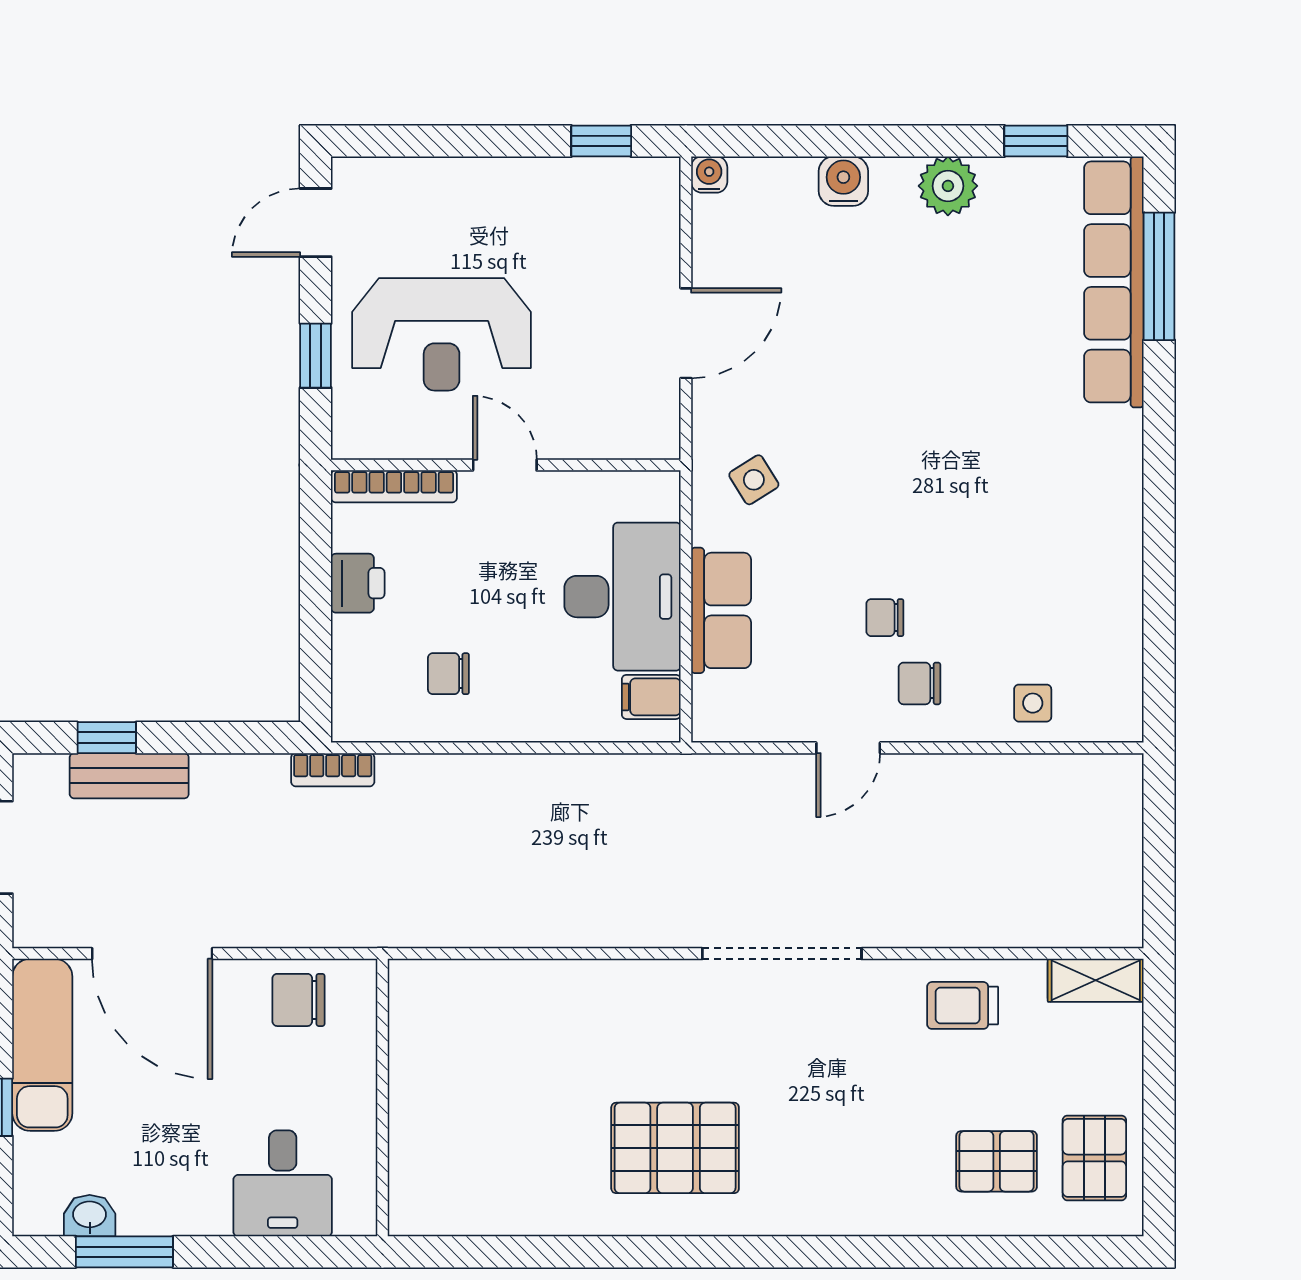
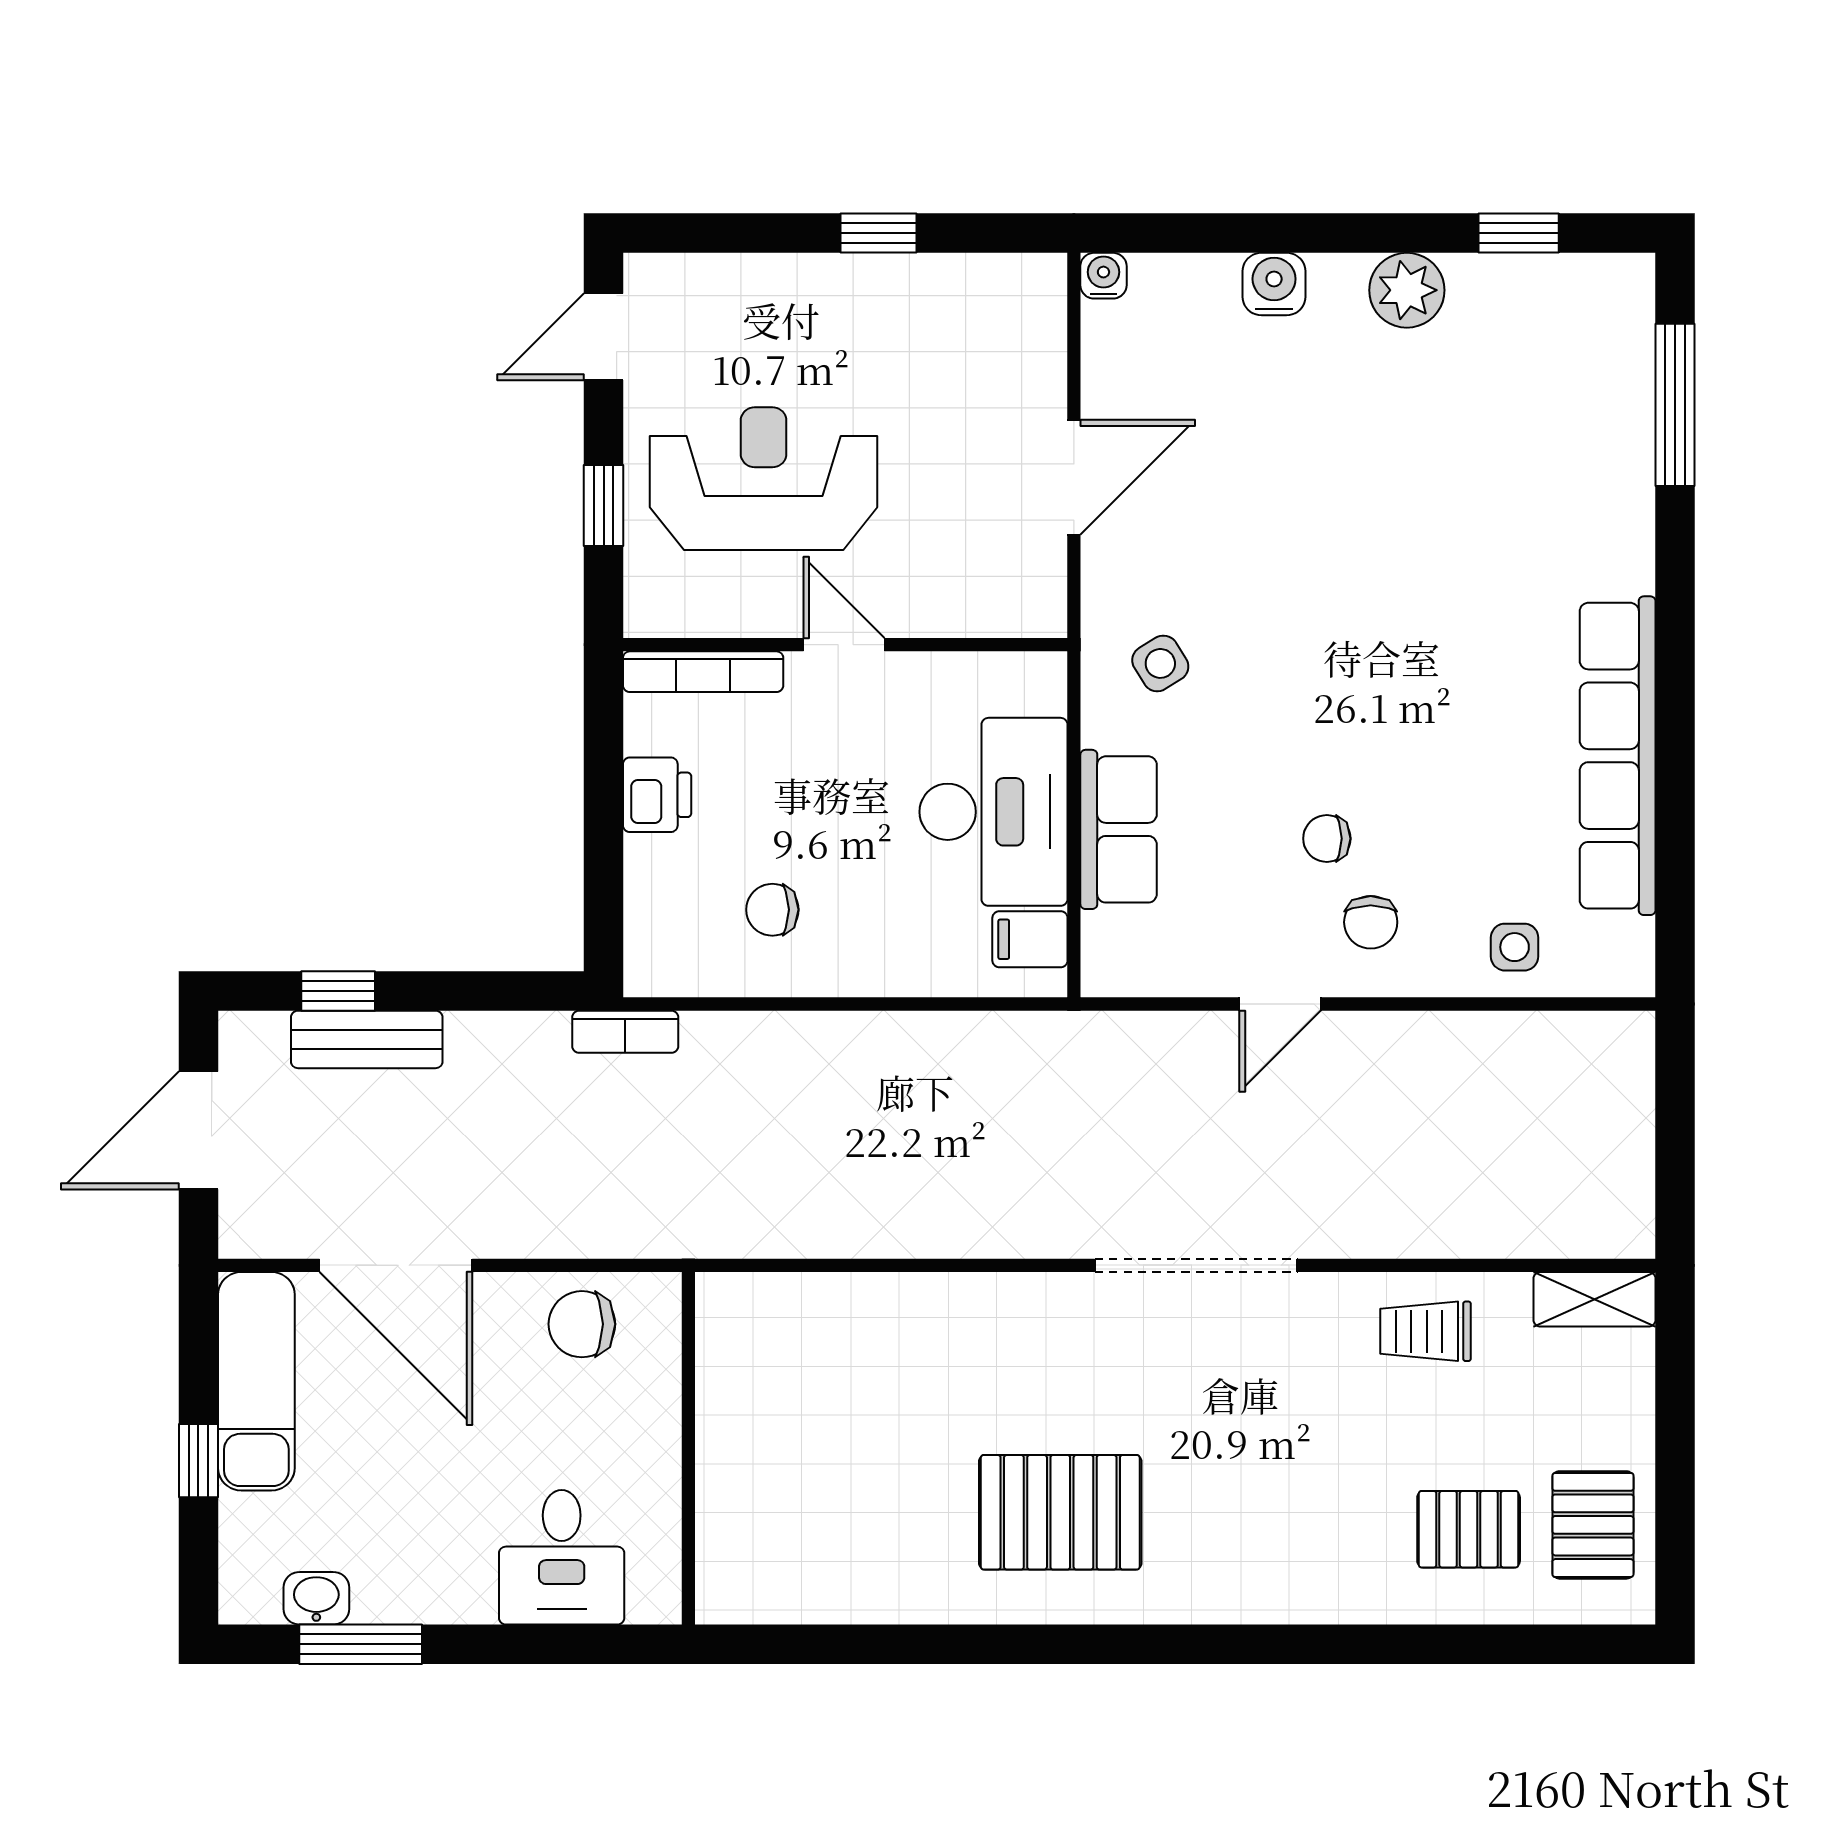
window: (601, 141) -> (879, 233), moved
row of seats: (1114, 282) -> (1618, 756), moved
reception desk: (442, 334) -> (764, 479), turned 180
chair: (919, 683) -> (1371, 922), turned -90

